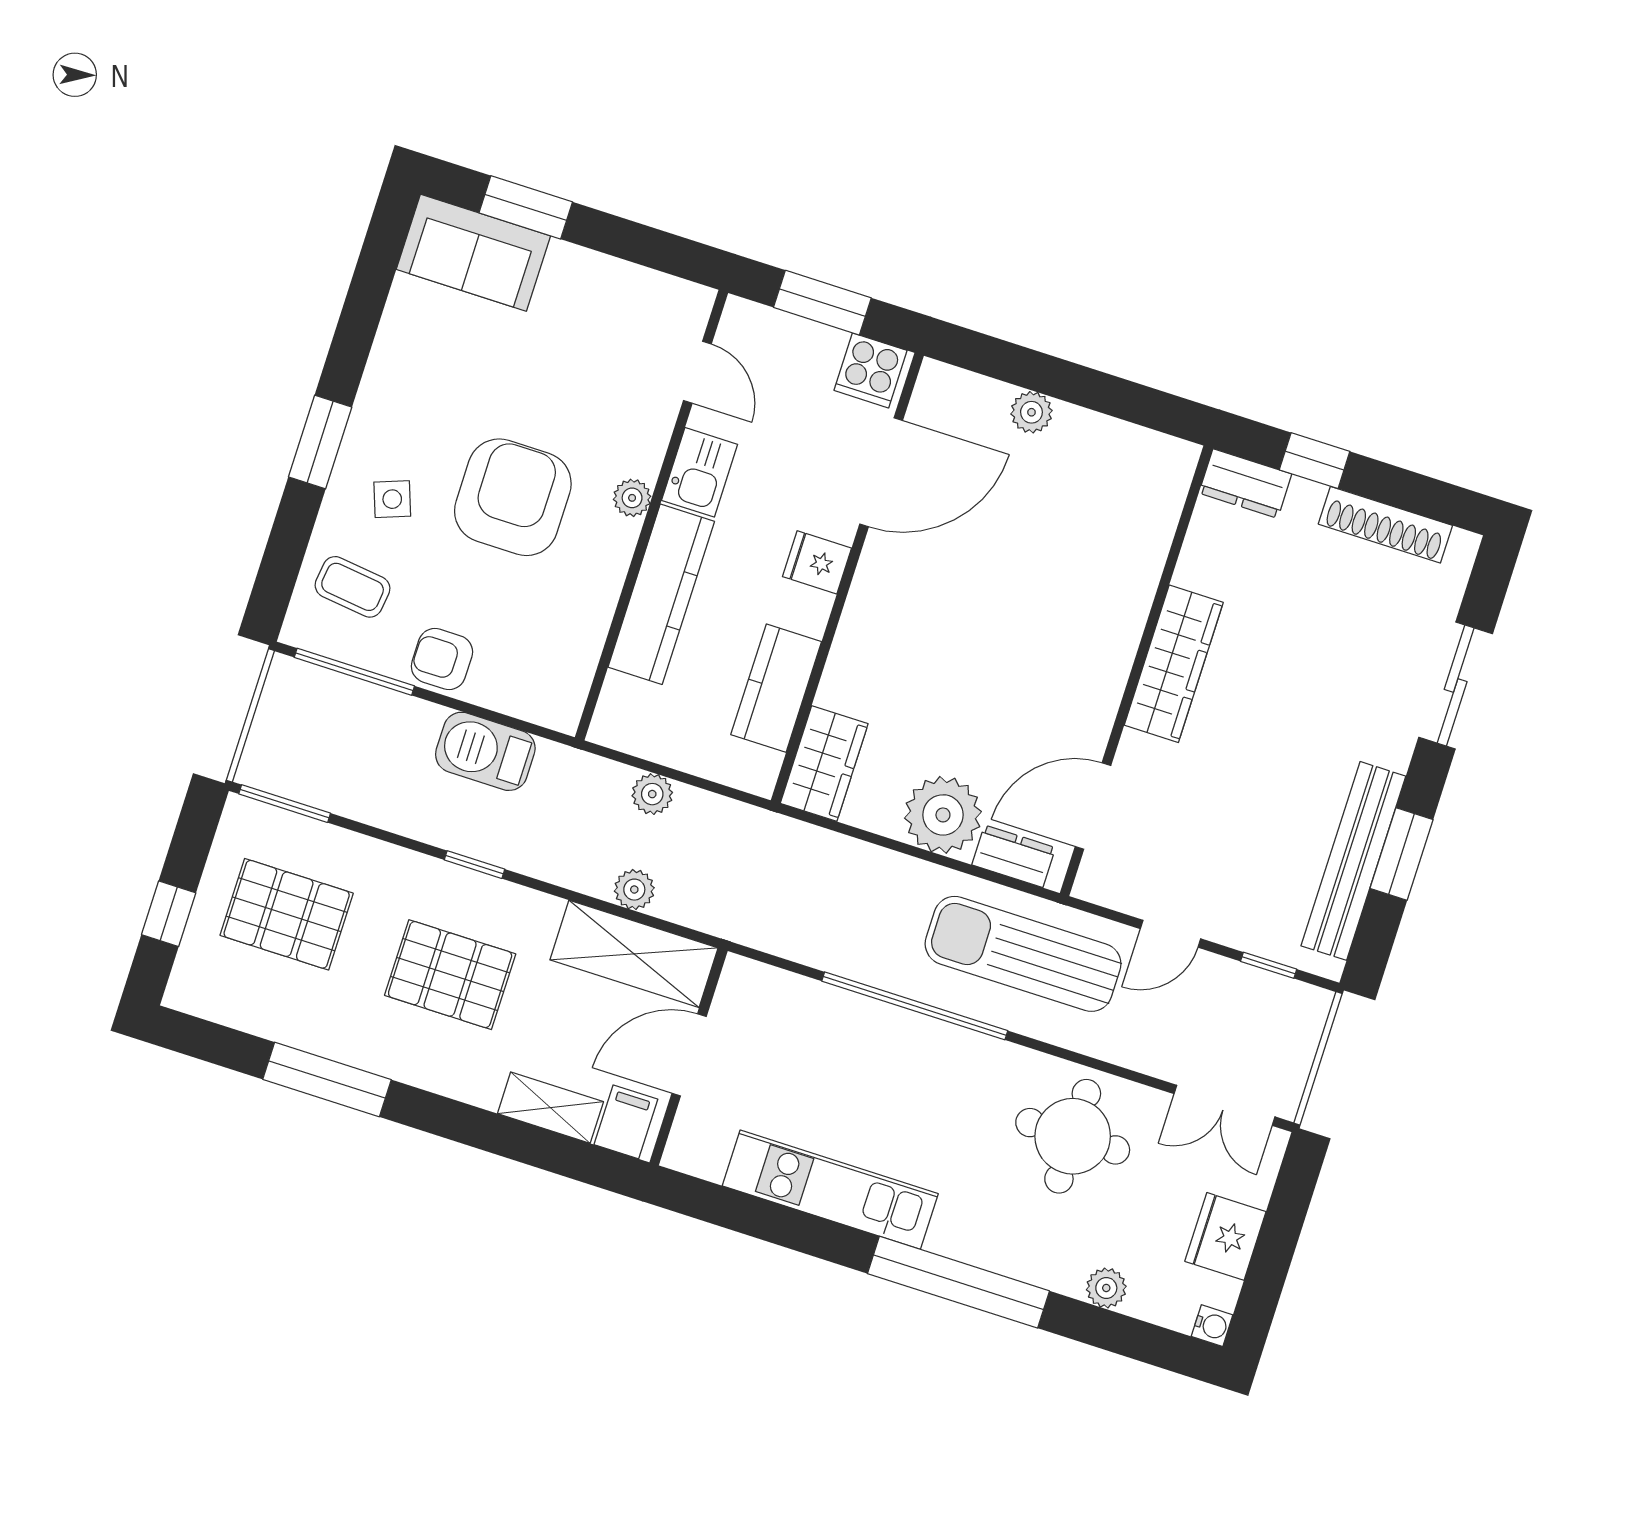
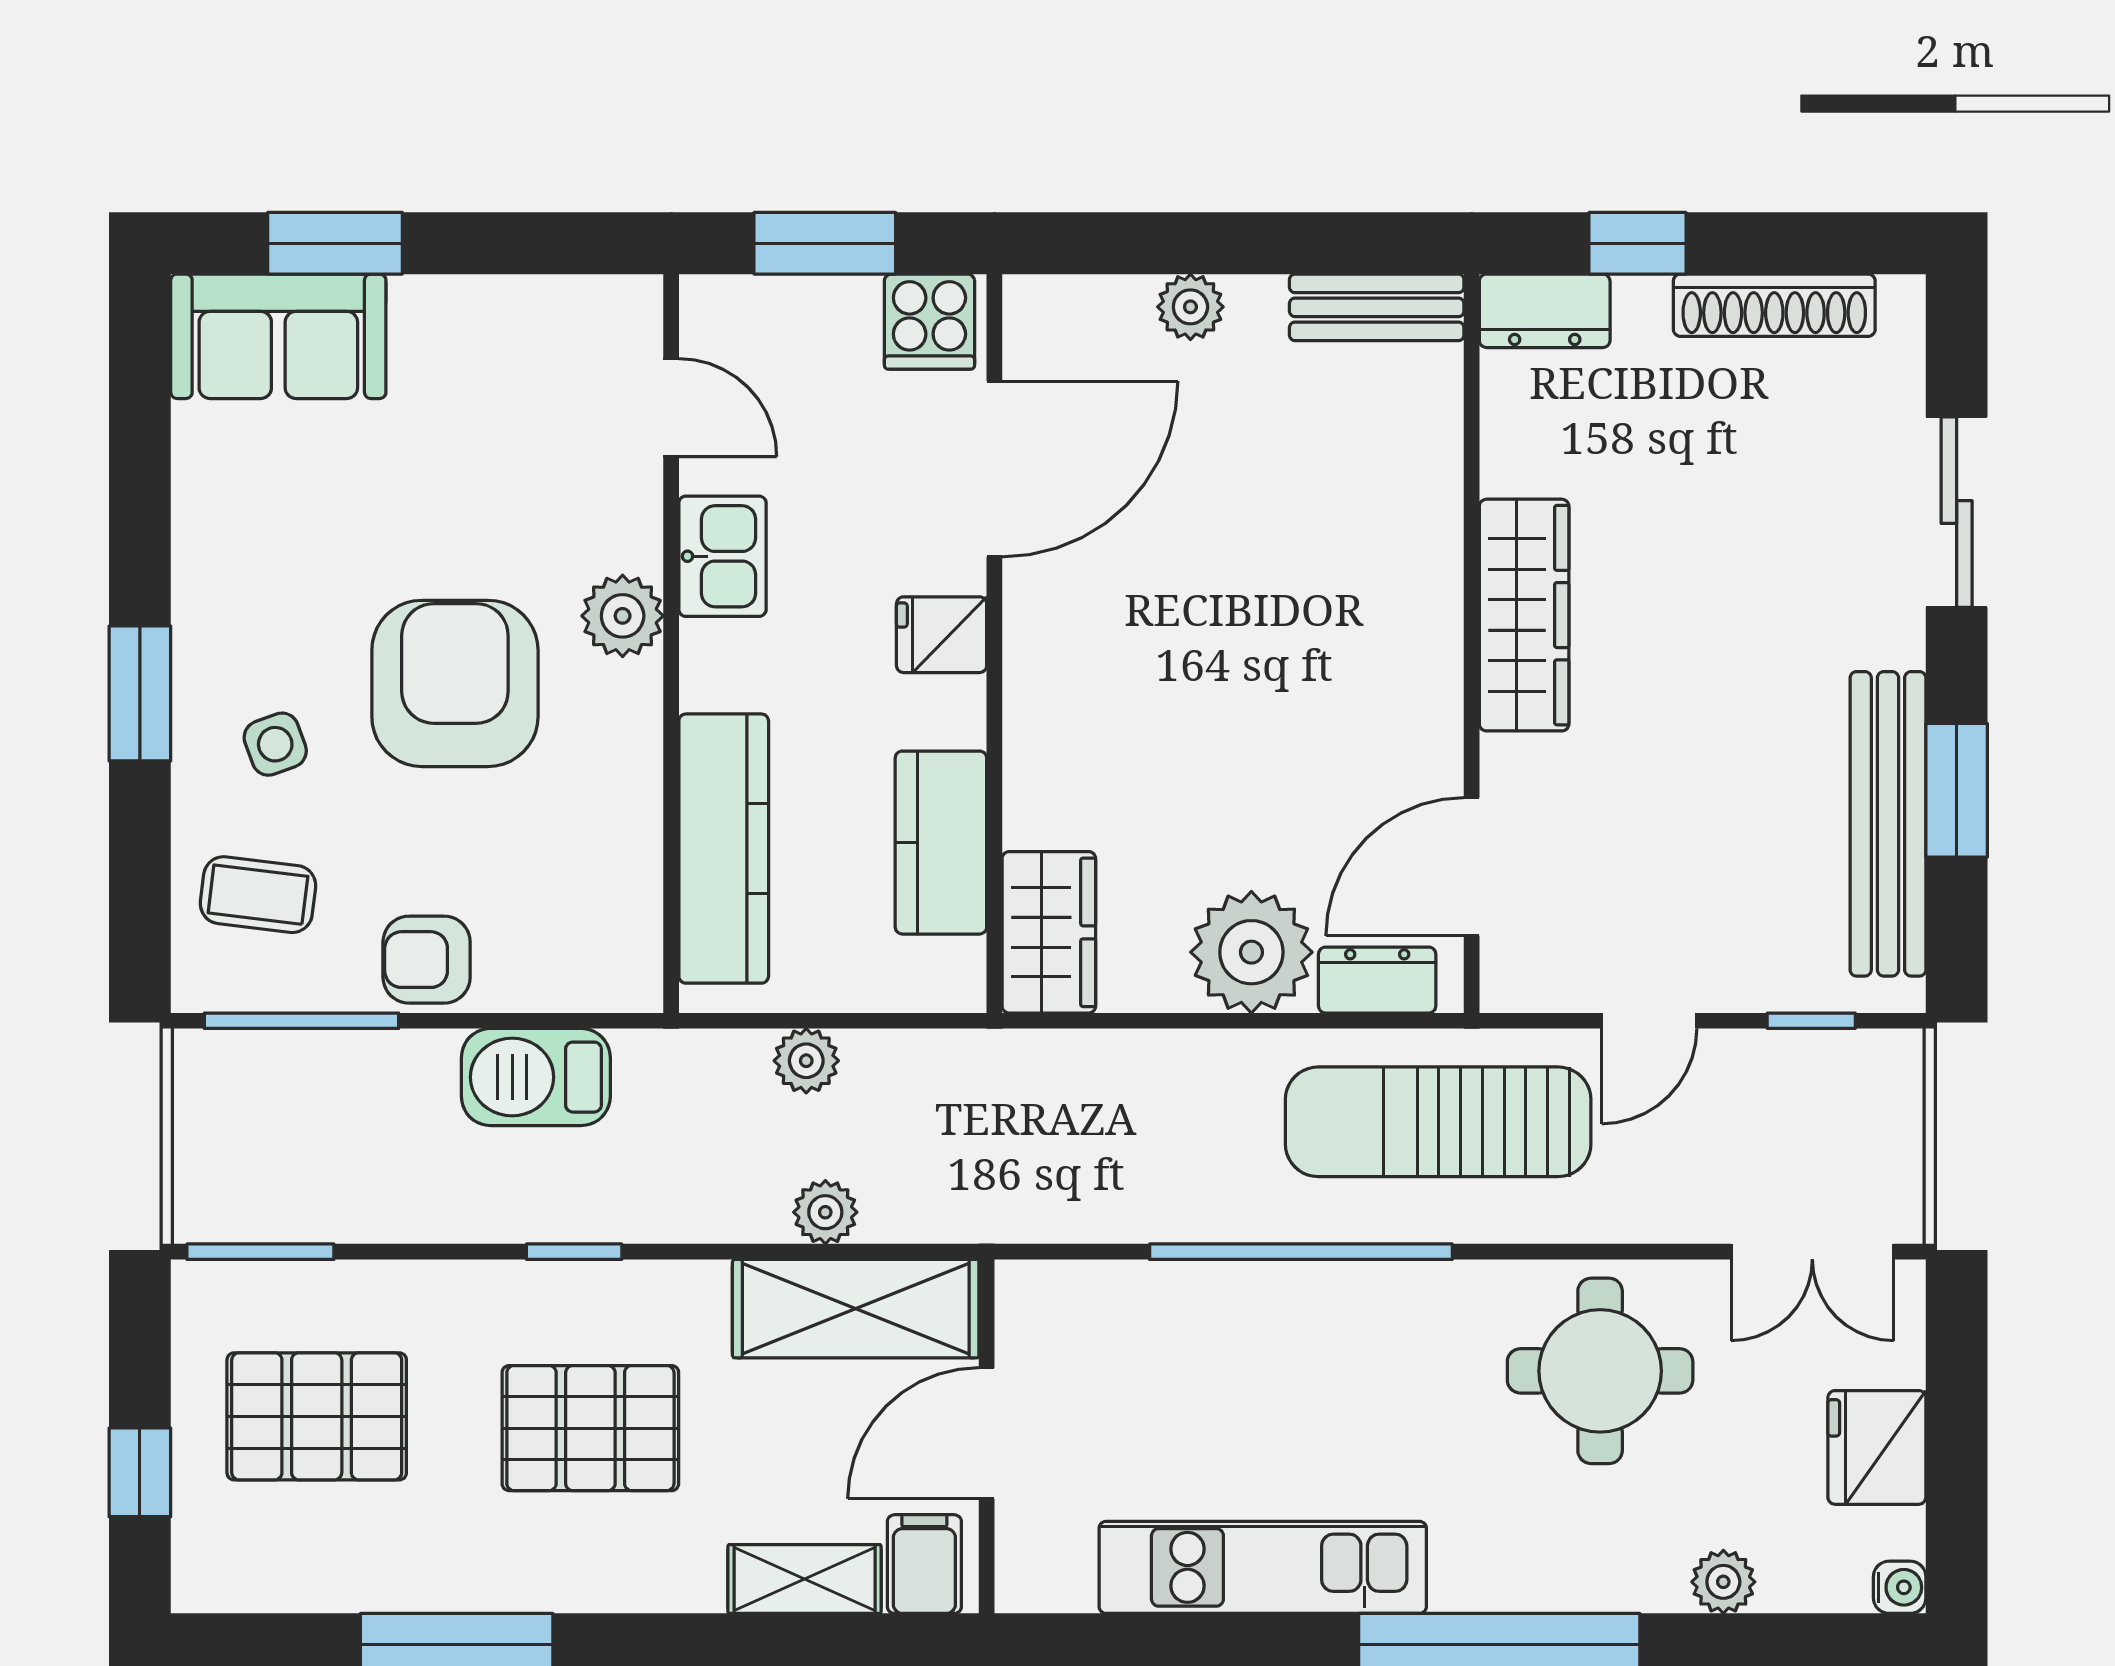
bench: (1144, 449) -> (1377, 307), added
plant: (632, 498) -> (623, 616), width x1.38, depth x1.38
kitchen counter: (661, 594) -> (724, 849), moved

